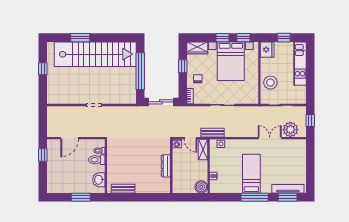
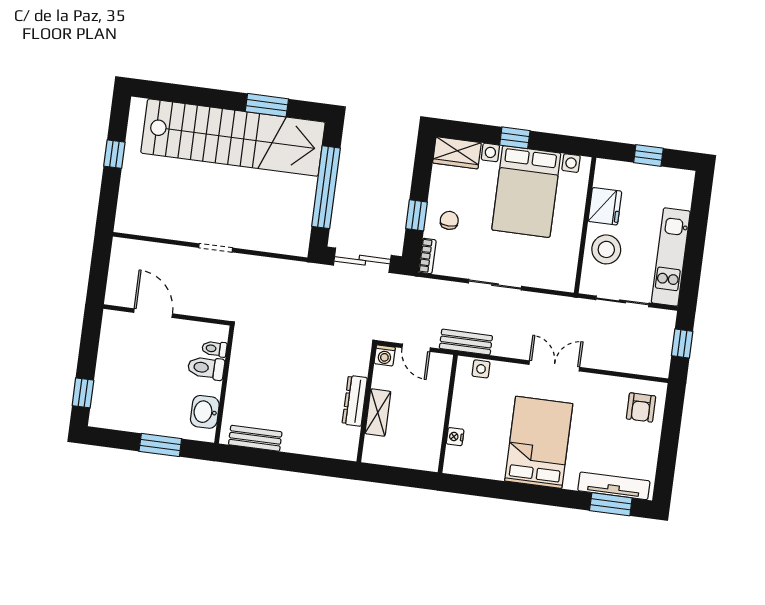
window: (80, 38) -> (267, 105), moved
window: (243, 38) -> (560, 144), removed
fridge: (267, 50) -> (605, 206), moved
kitchen unit: (300, 64) -> (671, 257), moved
window: (183, 66) -> (416, 215), moved
plant: (290, 130) -> (636, 358), removed
door: (70, 138) -> (153, 313), swing flipped
double door: (270, 138) -> (554, 366), moved
shelving: (203, 150) -> (378, 413), moved
armchair: (295, 152) -> (641, 407), added
window: (43, 155) -> (83, 393), moved
bed: (251, 174) -> (539, 442), width x1.50
boiler: (201, 187) -> (426, 457), removed
window: (255, 197) -> (539, 495), removed

